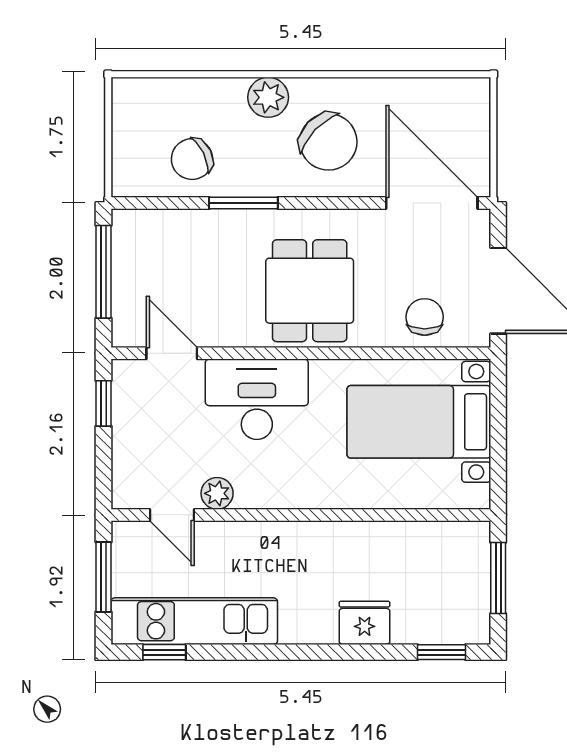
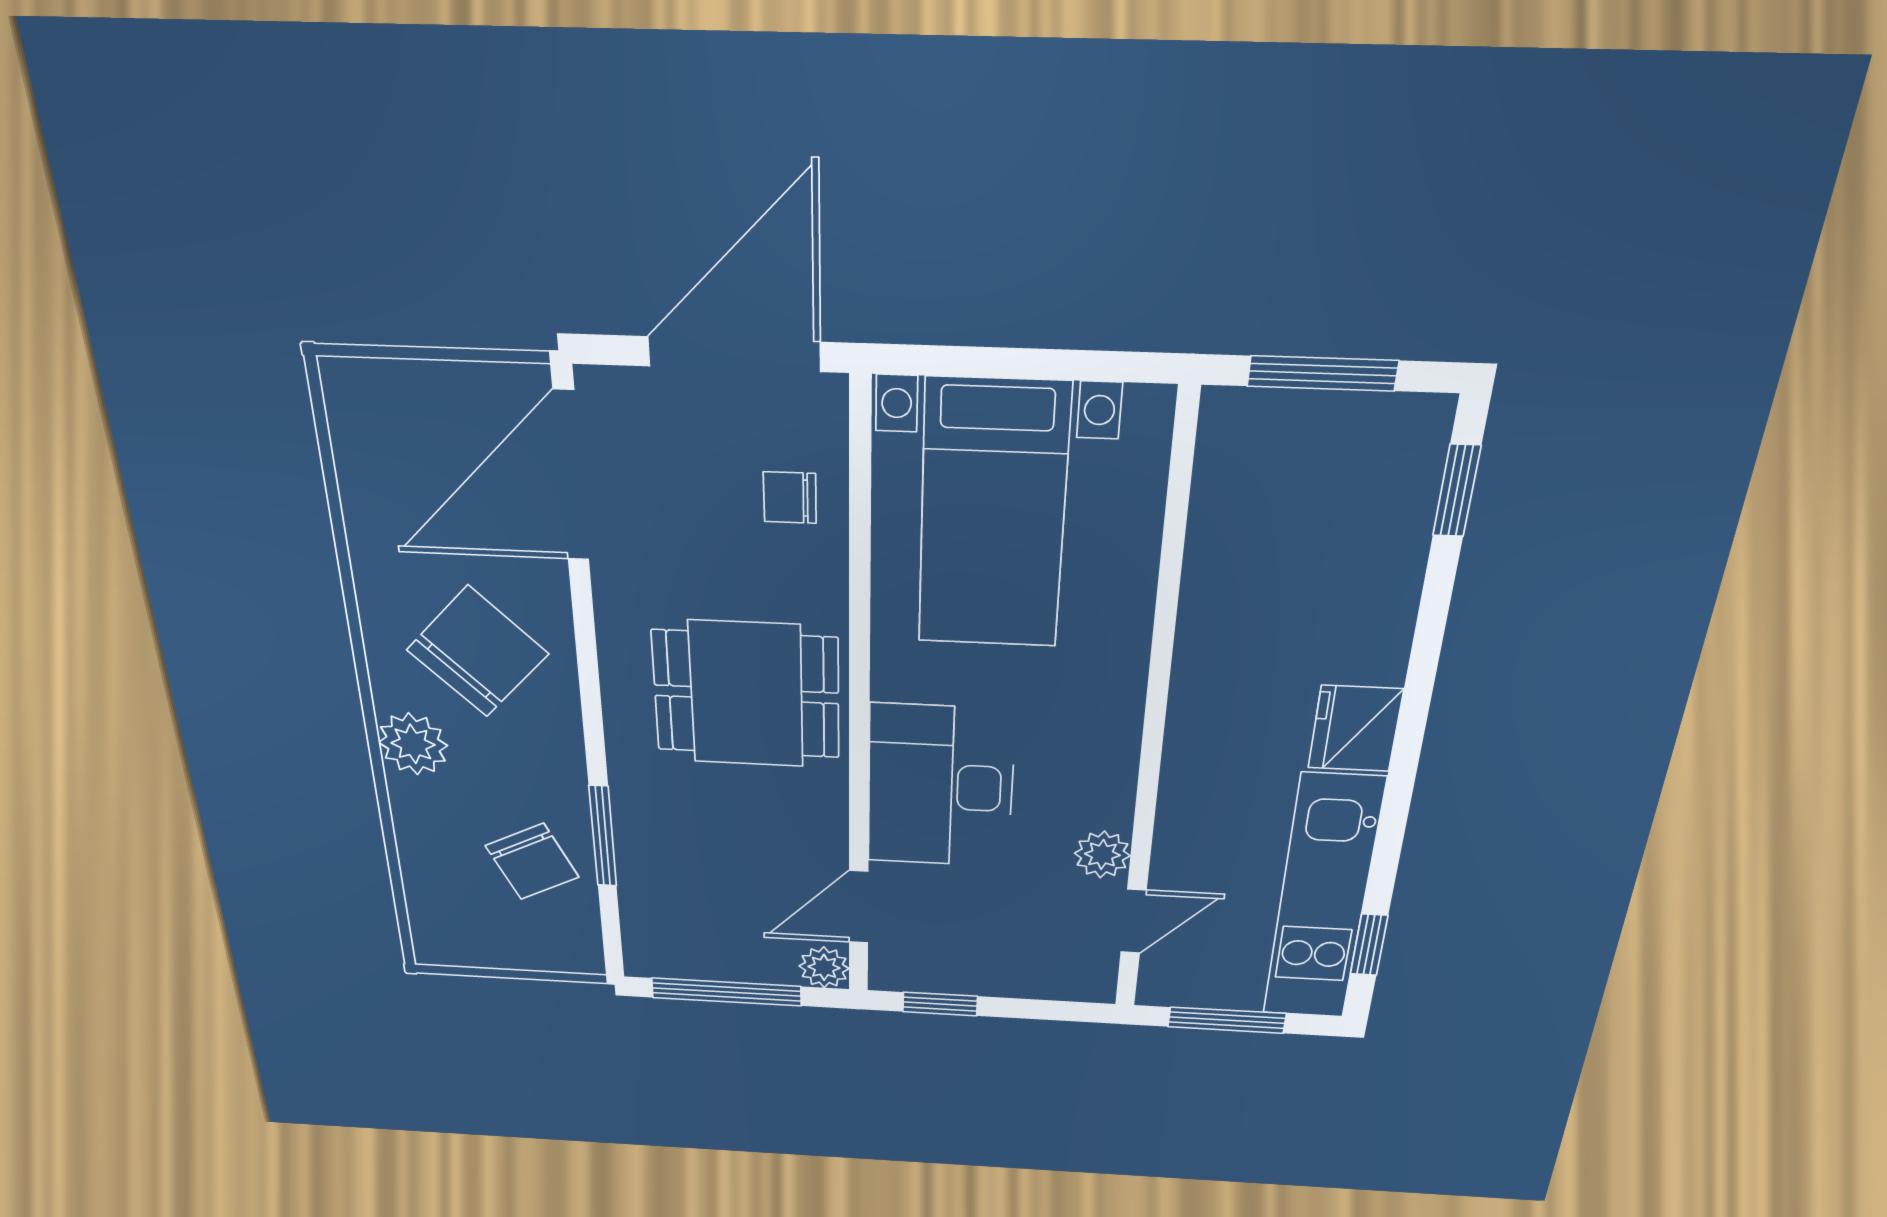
window: (243, 203) -> (603, 836), moved
chair: (425, 317) -> (790, 498), width x0.73, depth x0.73
plant: (126, 332) -> (824, 967), added
fridge: (365, 623) -> (1355, 729), moved

